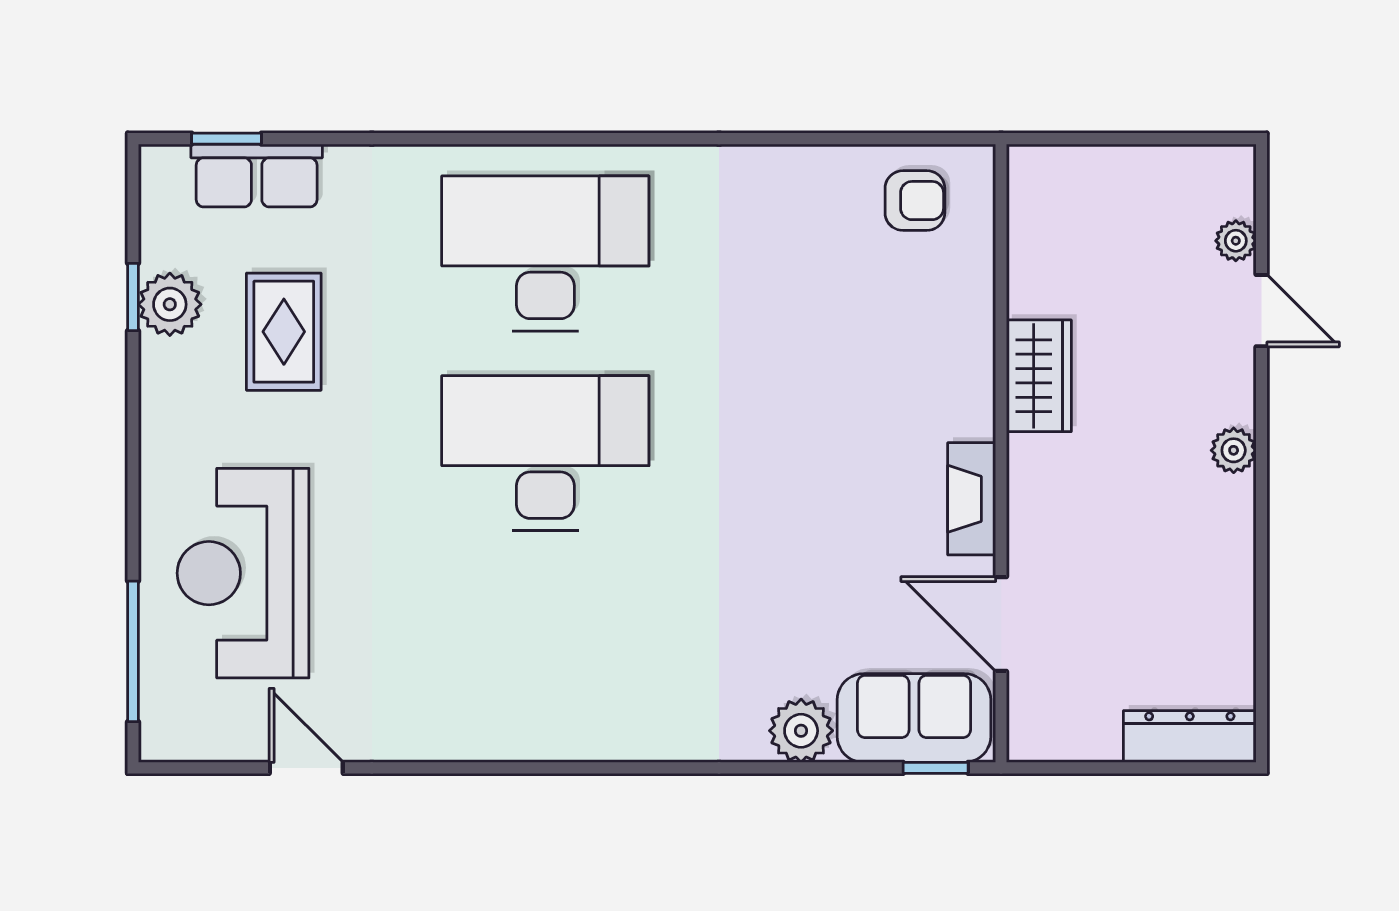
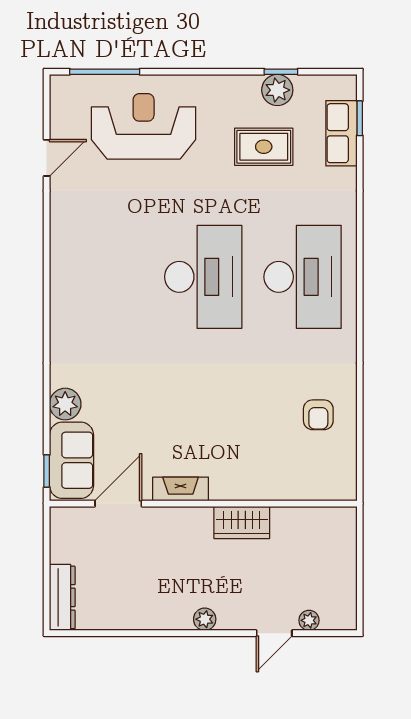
armchair: (915, 201) -> (318, 415), moved

